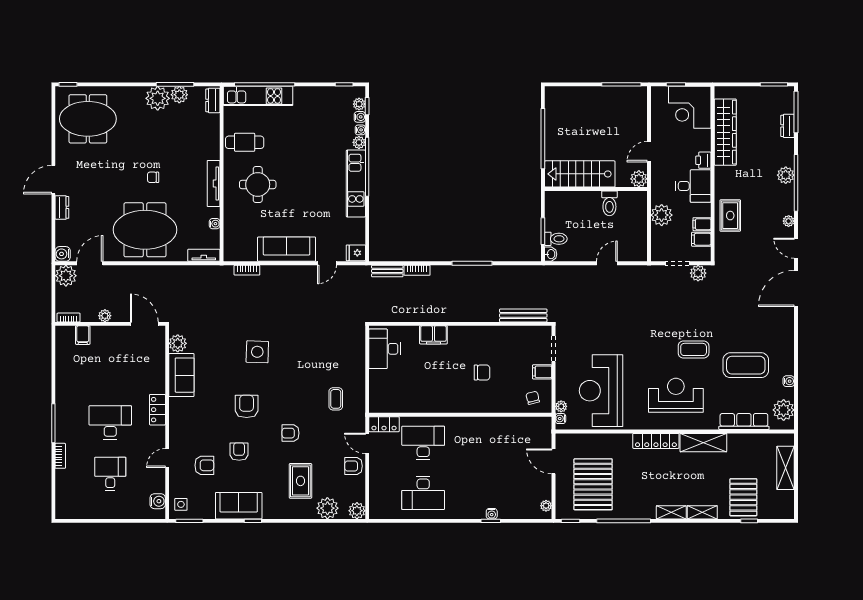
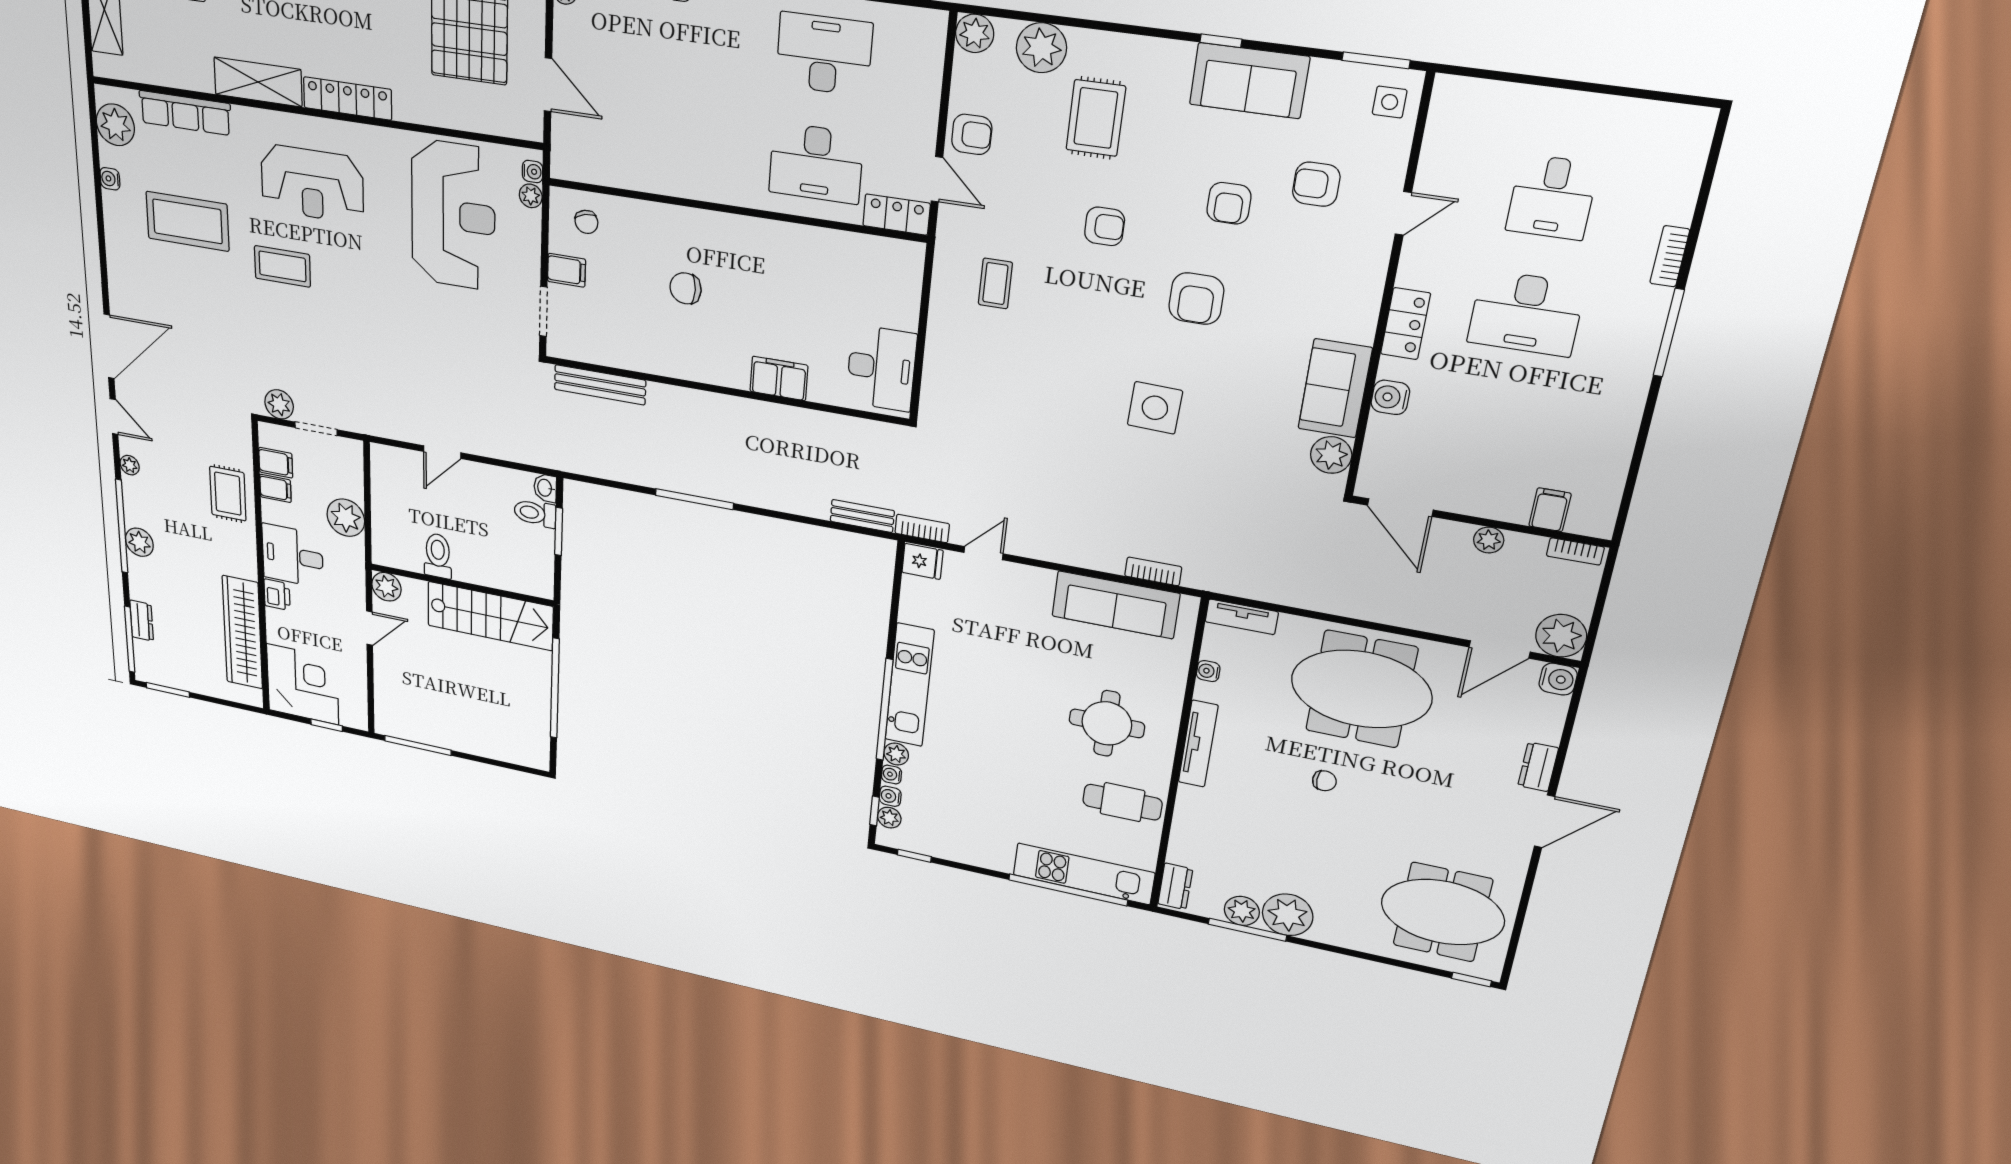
sofa: (287, 249) -> (1116, 605), moved
bookcase: (417, 270) -> (922, 529), moved
water cooler: (158, 501) -> (1390, 397), moved

